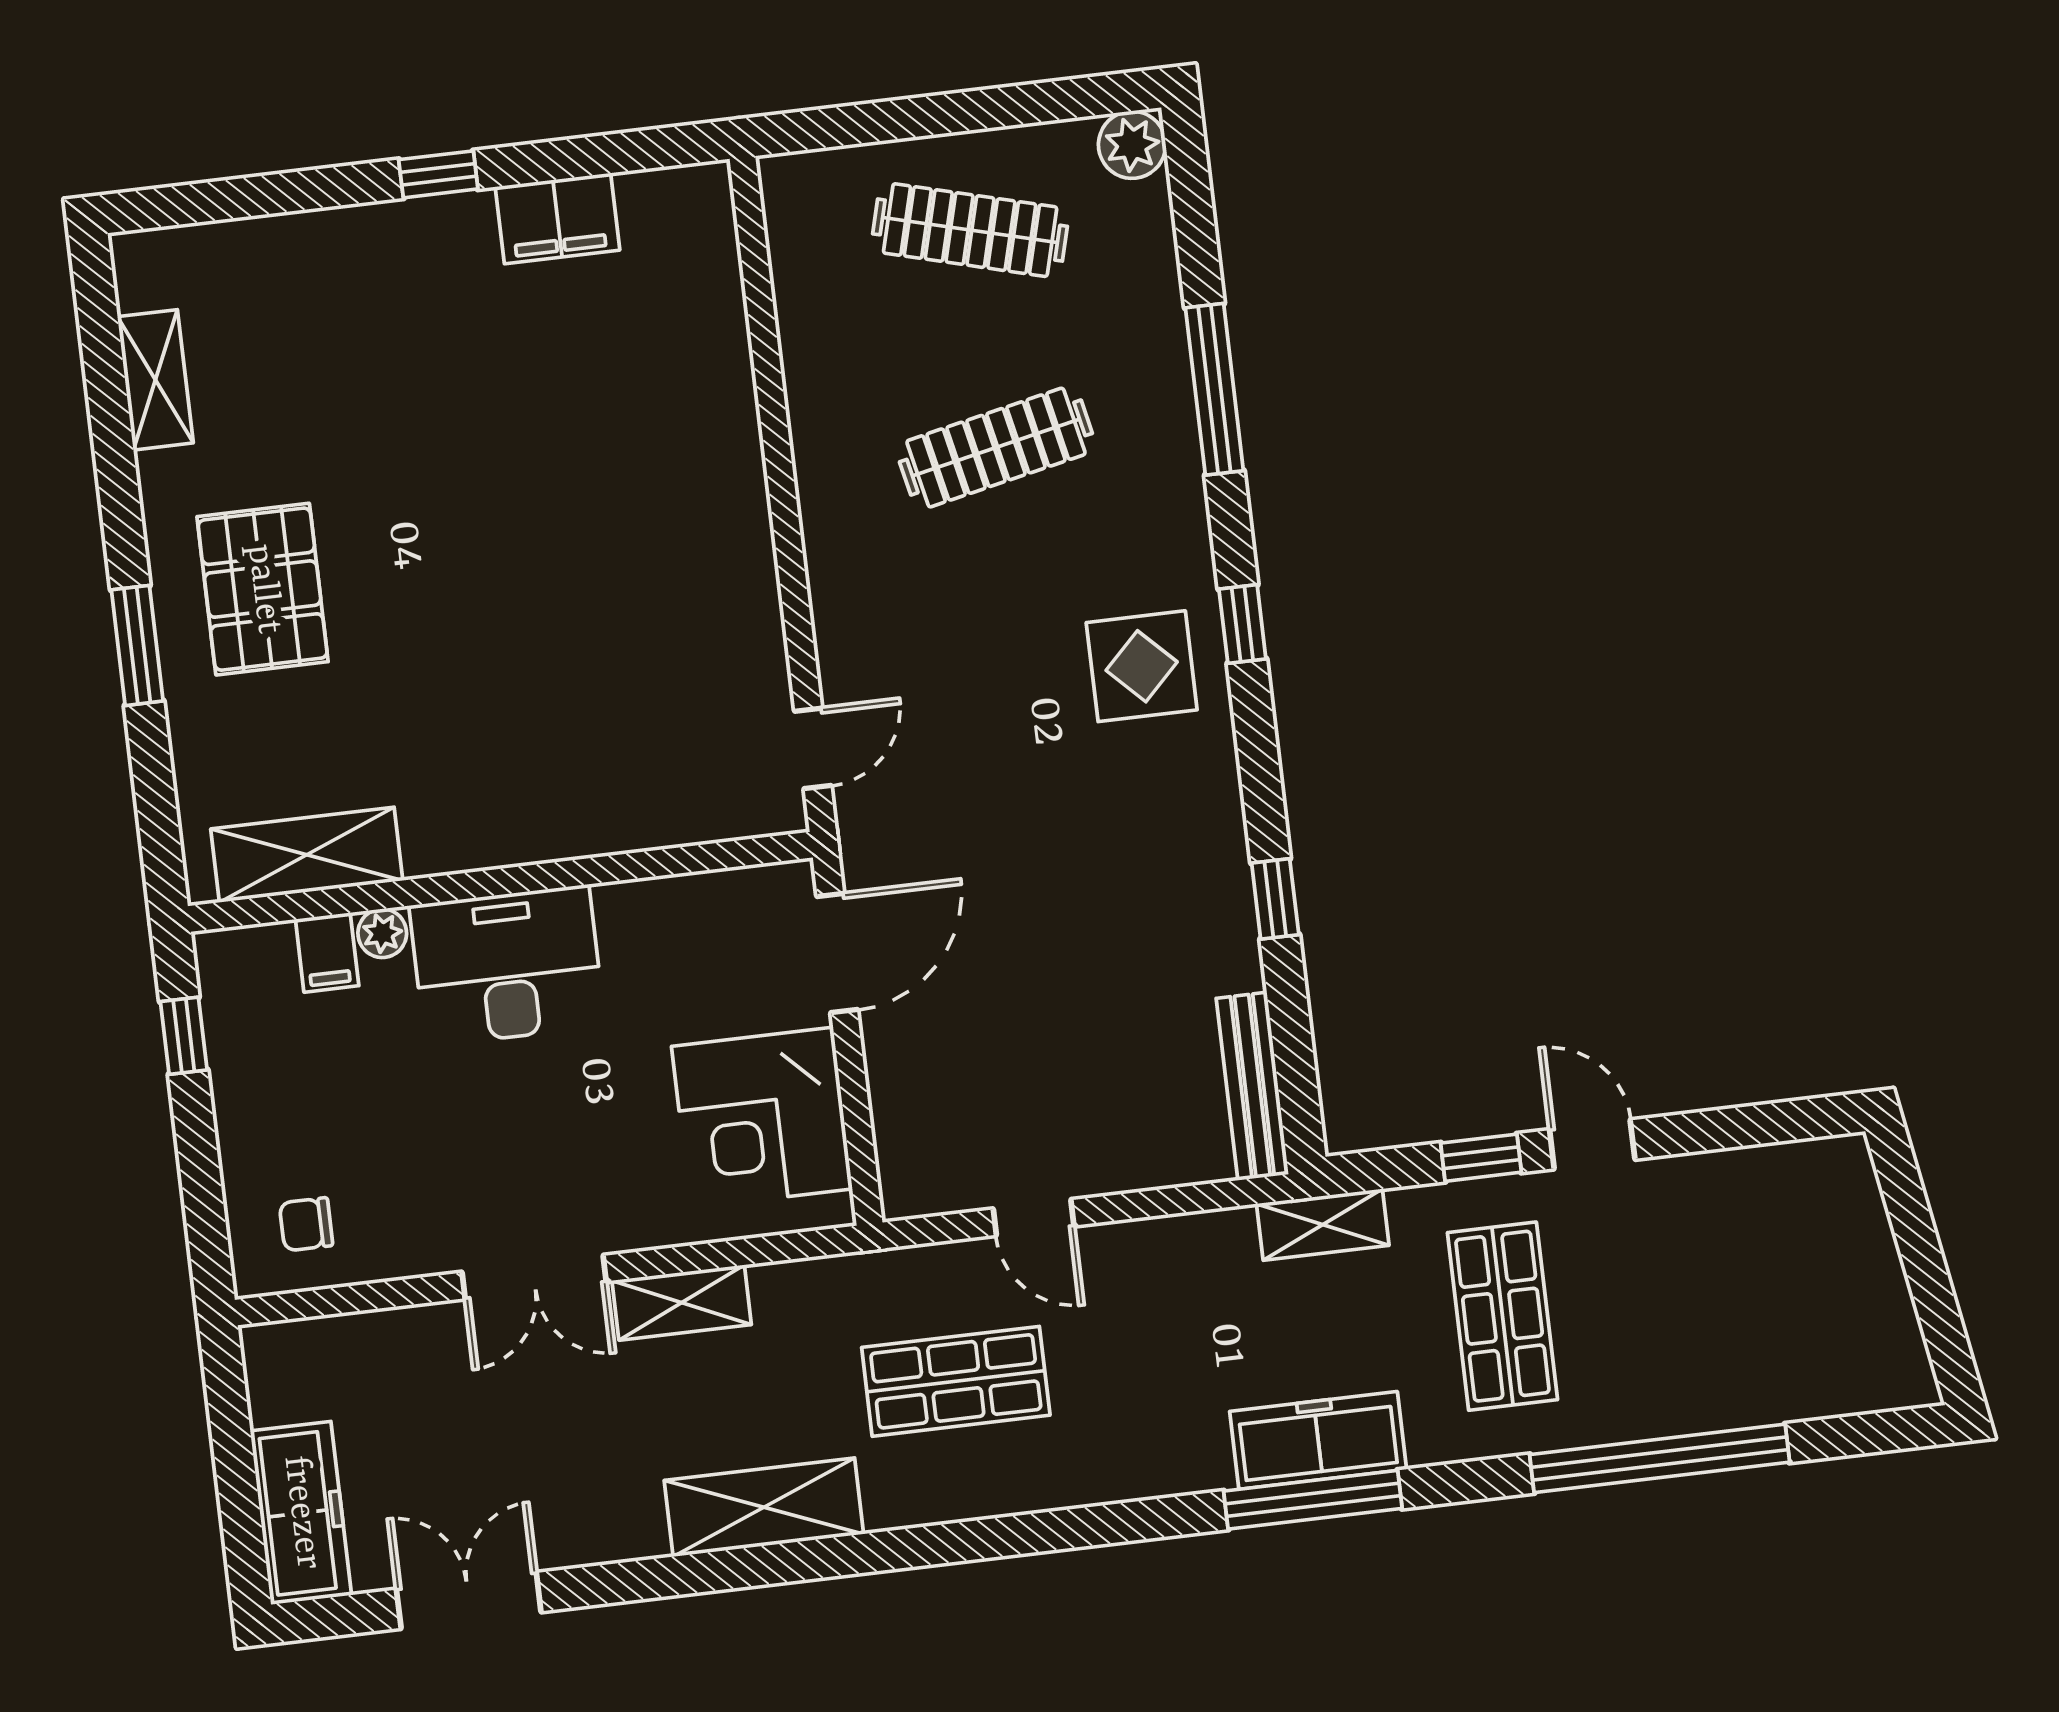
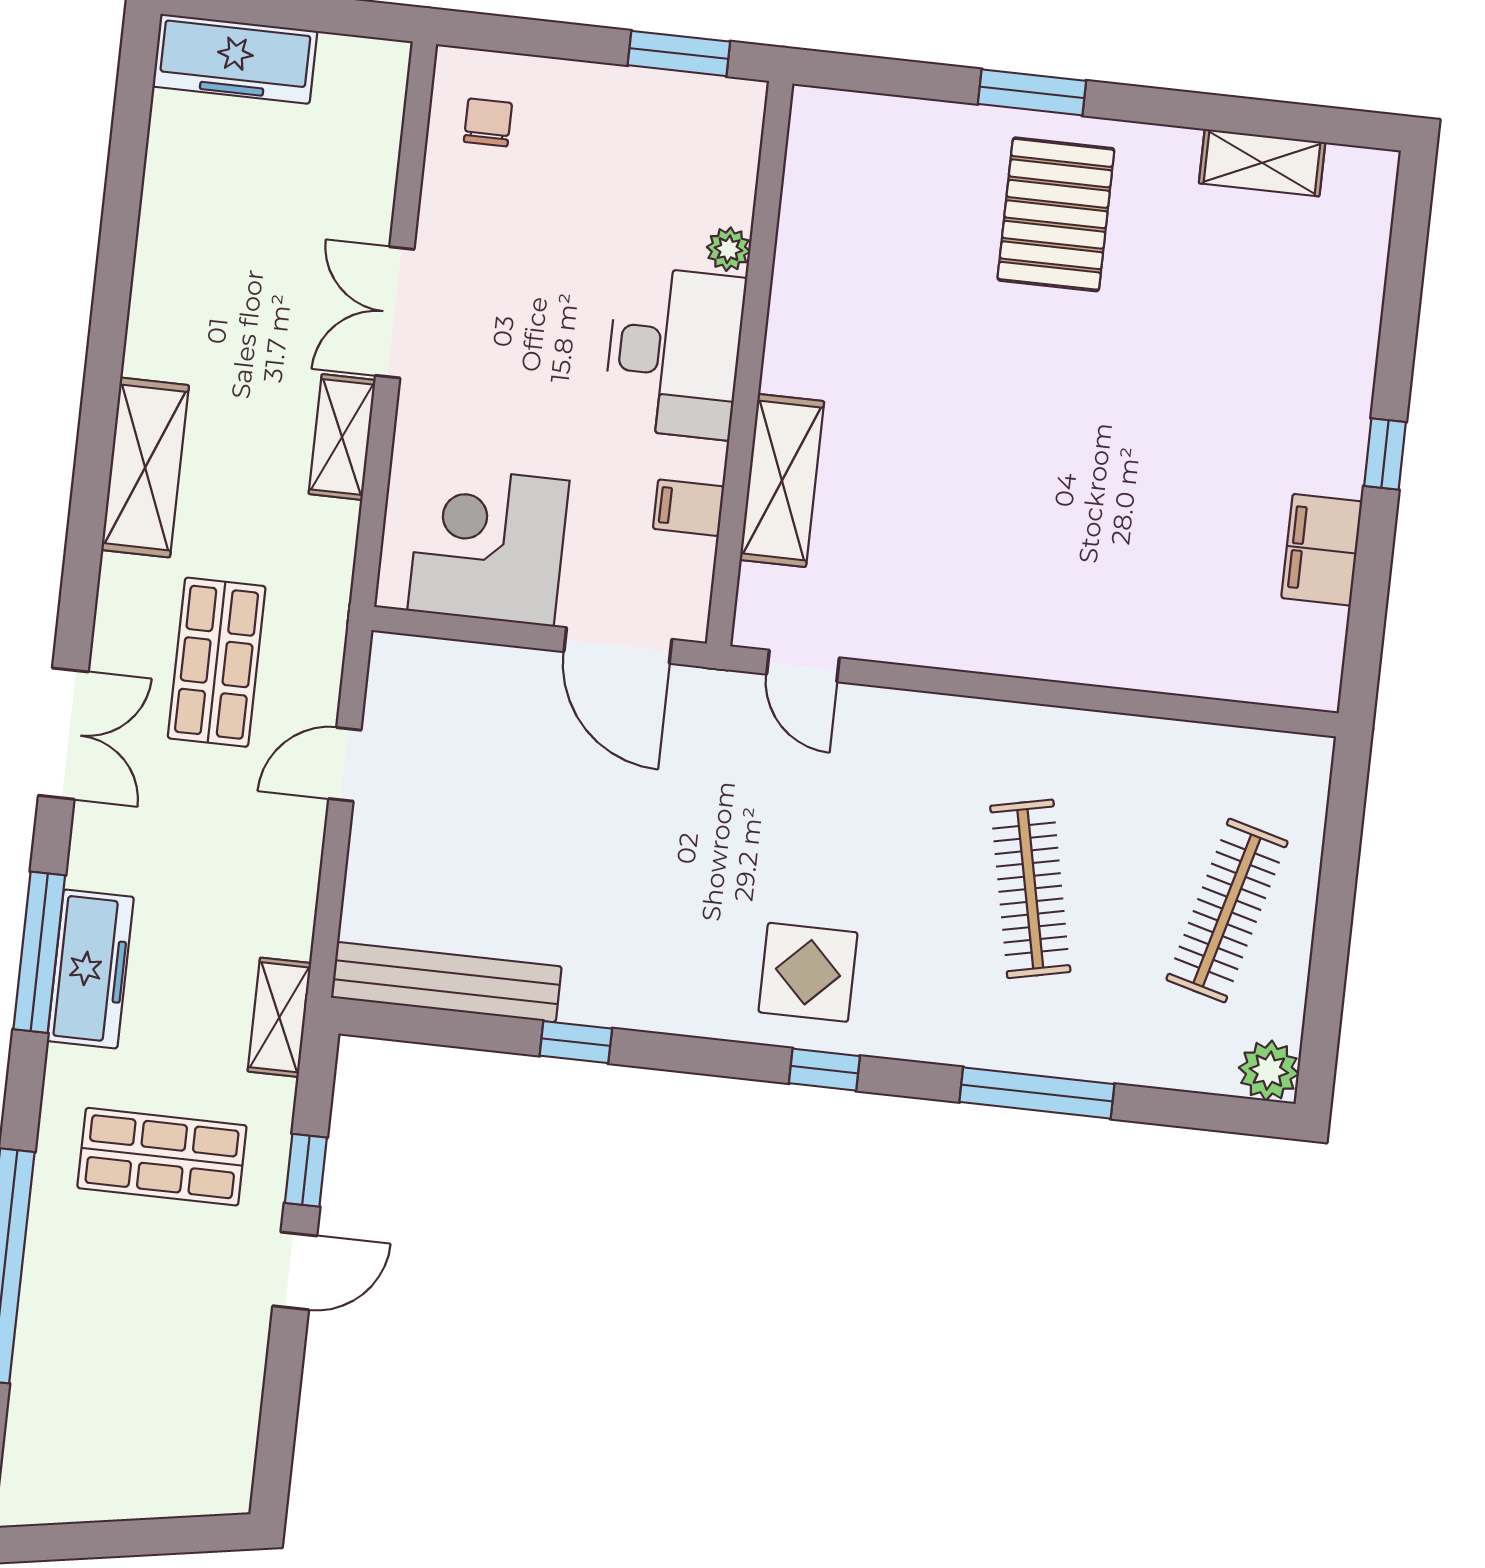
pallet: (263, 589) -> (1056, 214), turned 90
shelving: (307, 855) -> (782, 481), moved
filing cabinet: (327, 952) -> (689, 508), moved
window: (184, 1036) -> (679, 53), width x1.50
bench: (1252, 1086) -> (446, 982), width x1.37, depth x1.21
double door: (469, 1600) -> (63, 734), moved

